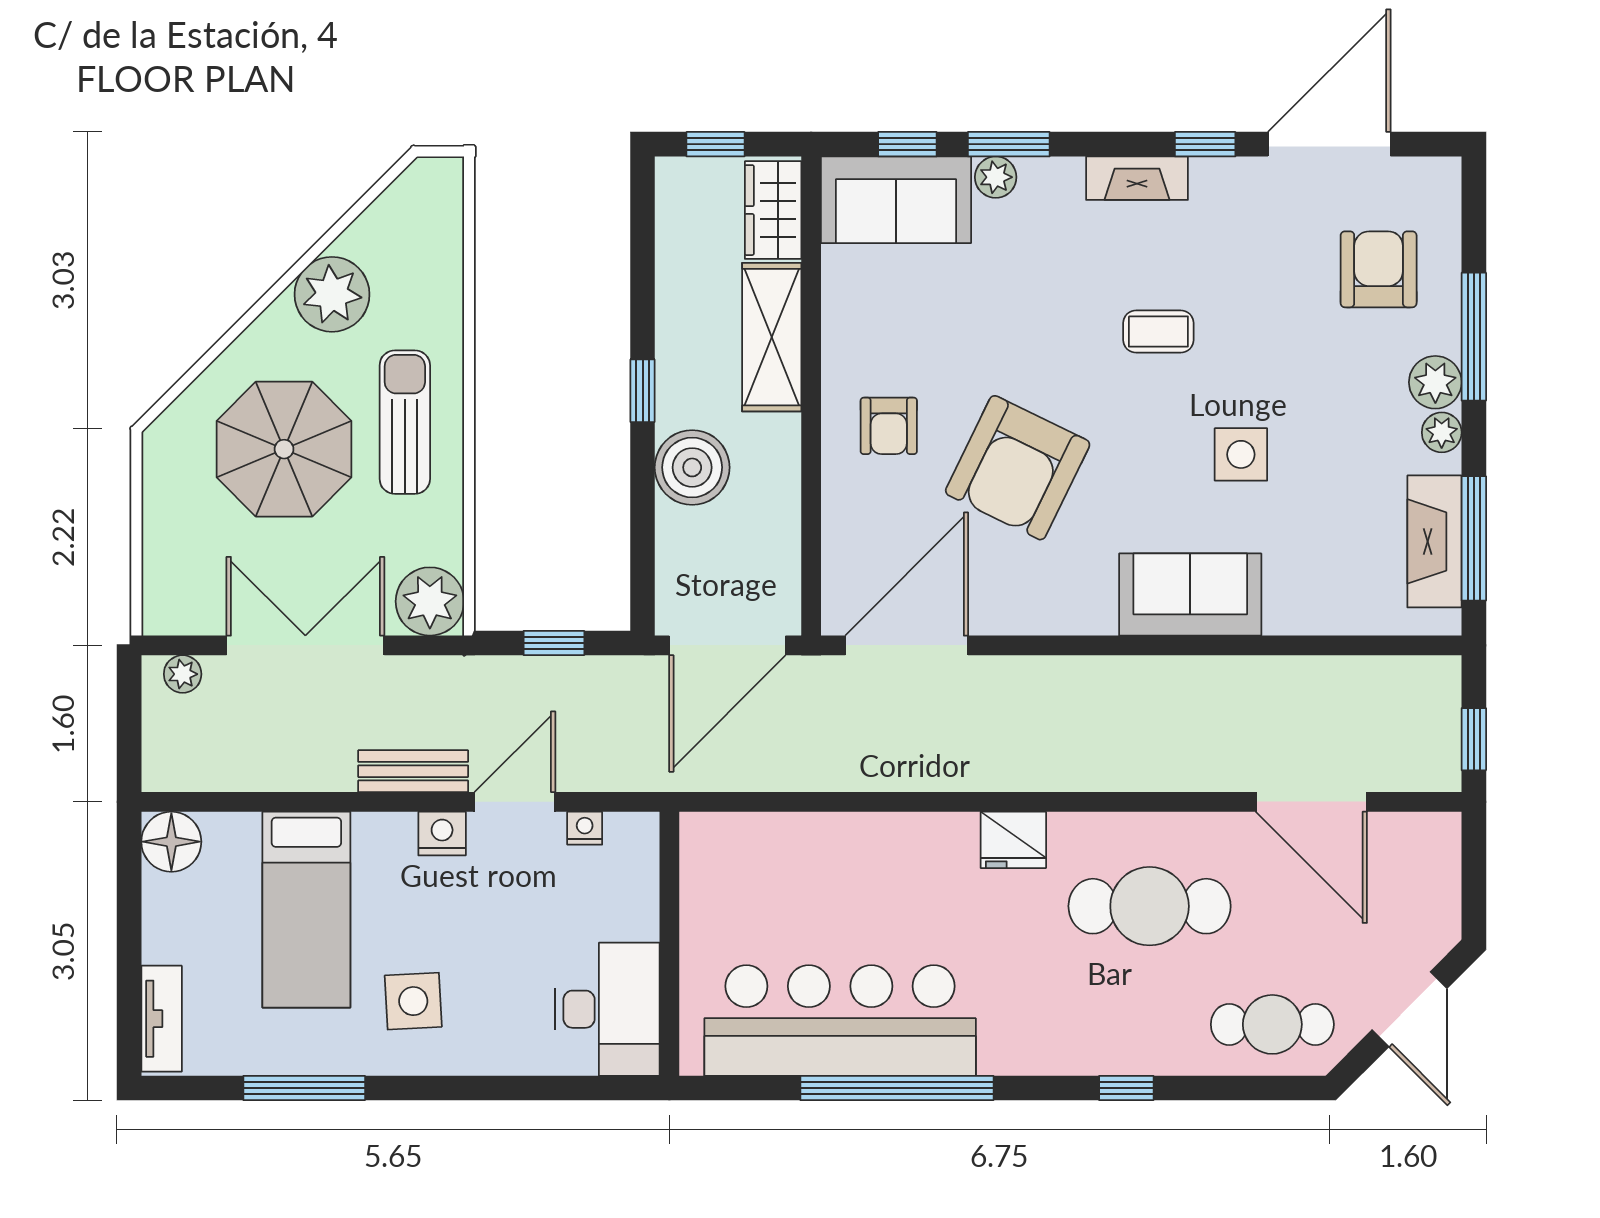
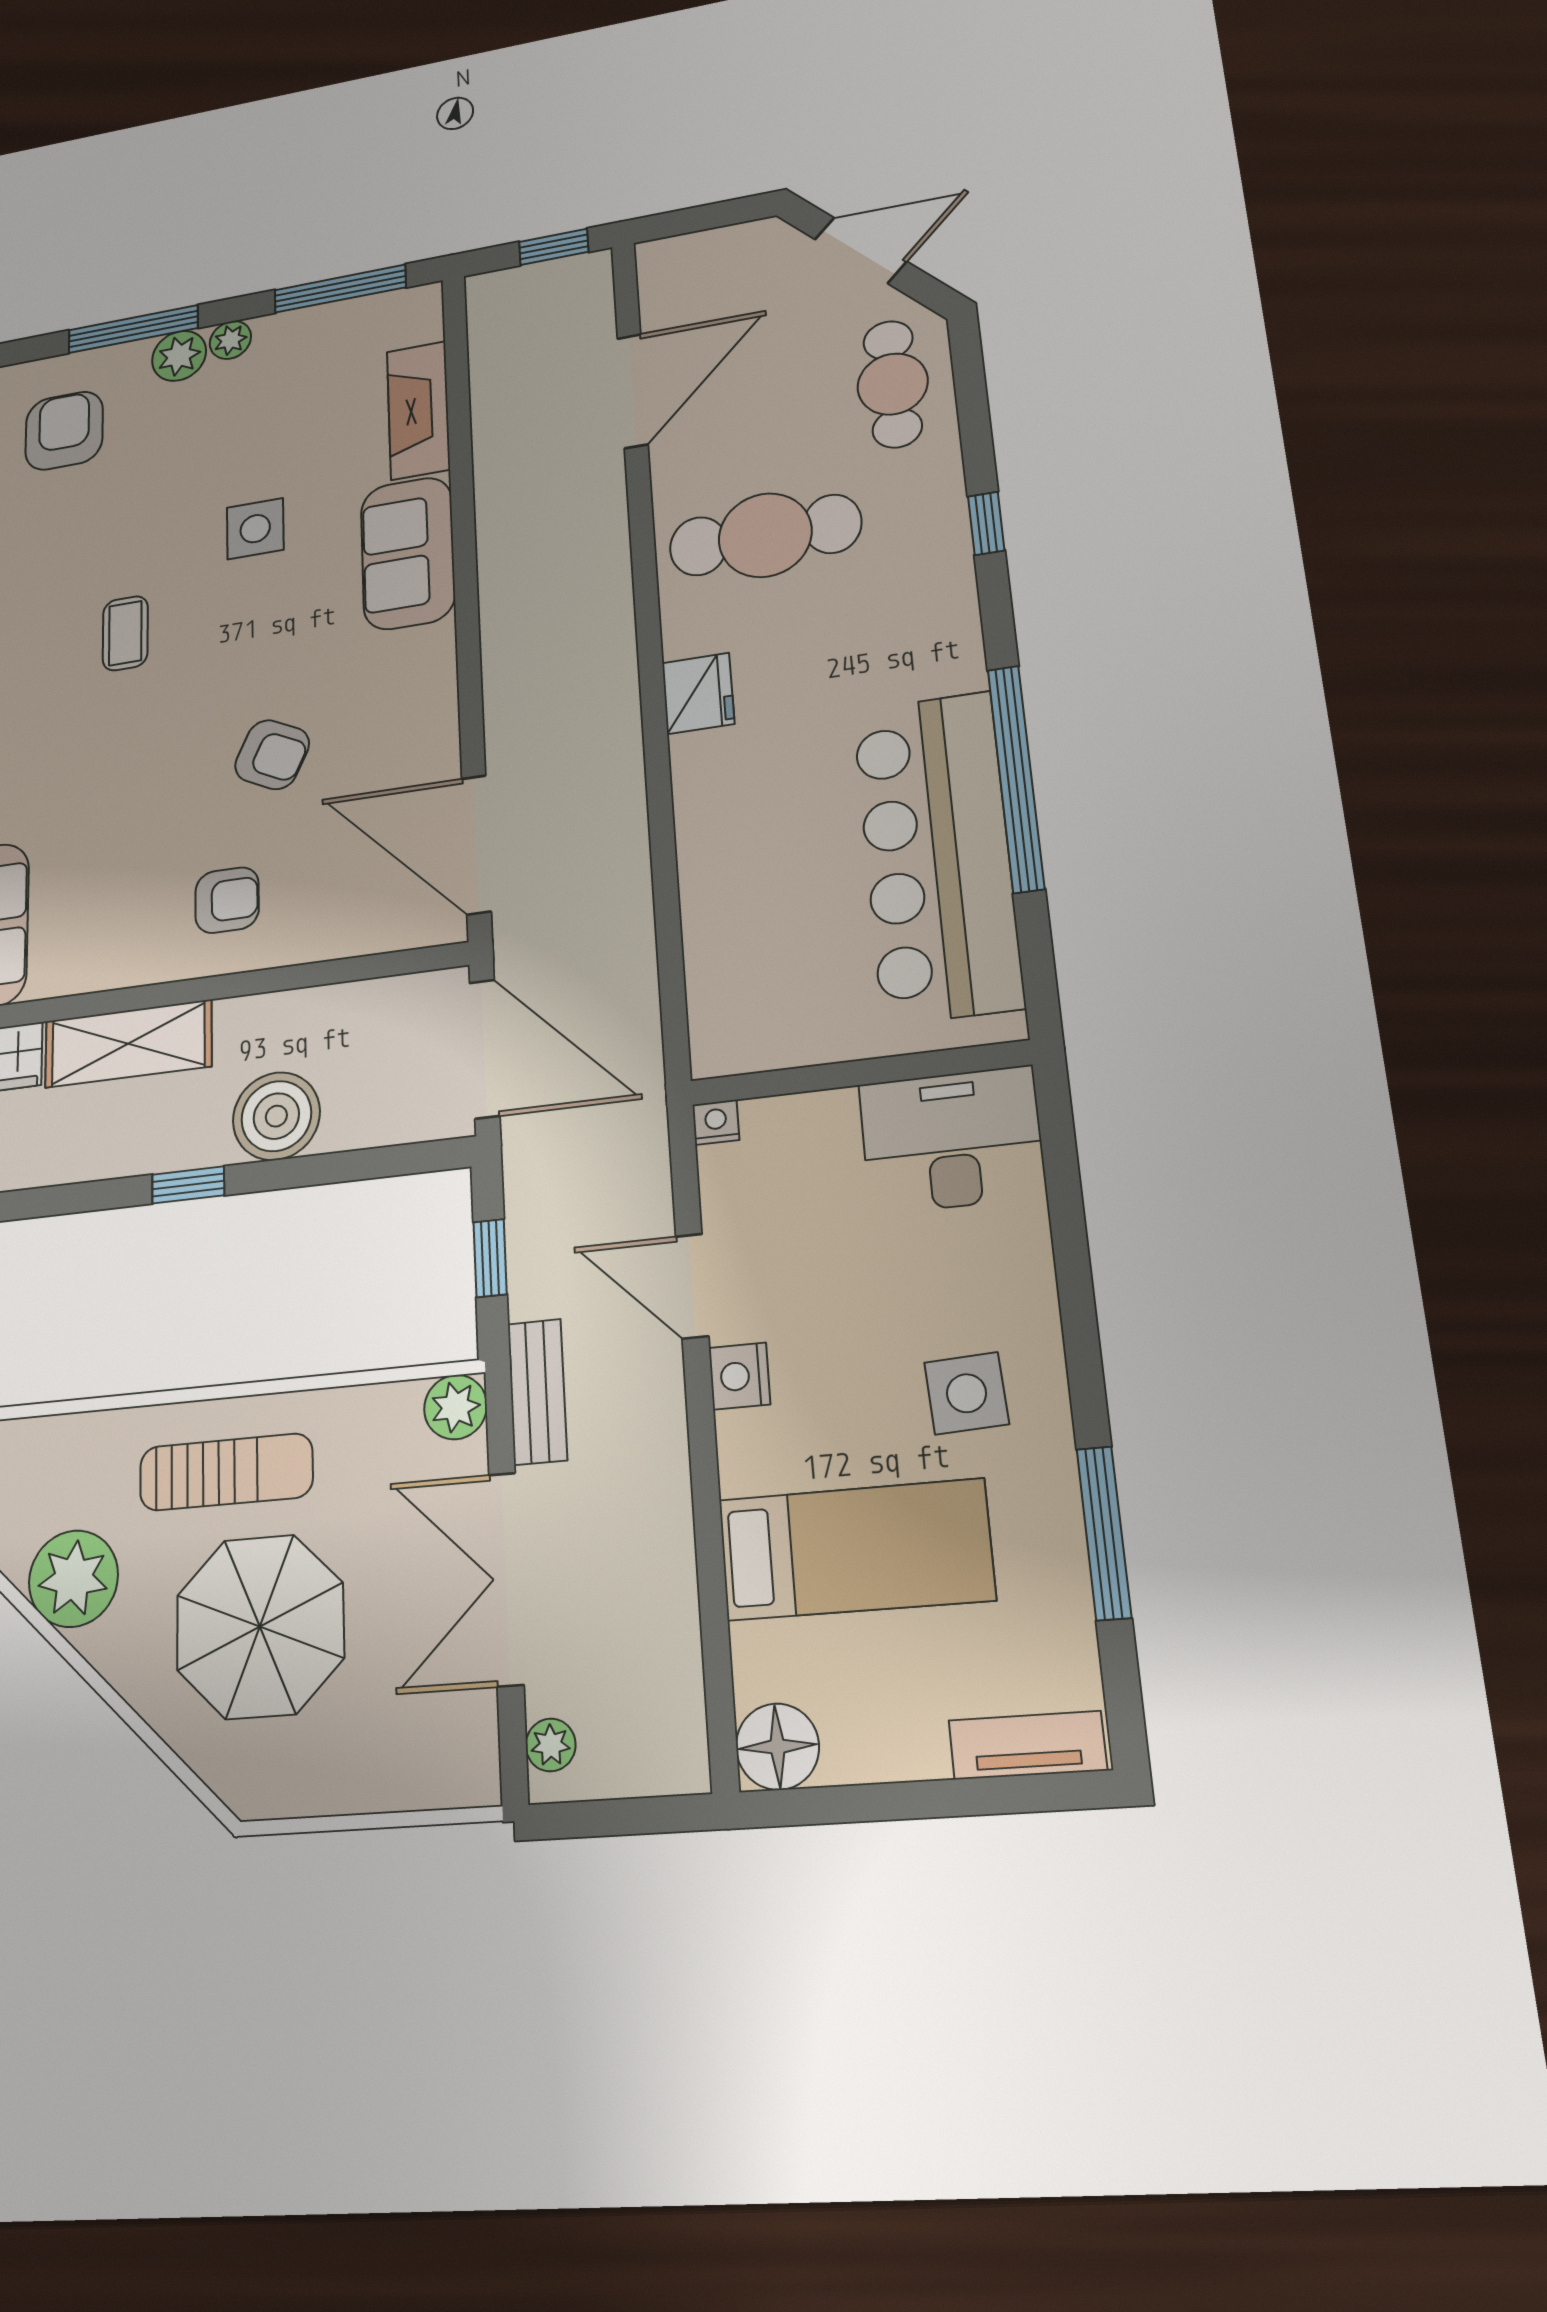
armchair: (1379, 269) -> (64, 431), turned 90
sun lounger: (405, 422) -> (226, 1472), turned 180
armchair: (1018, 468) -> (272, 755), width x0.53, depth x0.53
fireplace: (1434, 541) -> (418, 410), moved, turned 90
plant: (430, 601) -> (455, 1407), width x0.73, depth x0.73
bench: (413, 771) -> (537, 1392), moved
nightstand: (585, 828) -> (716, 1122), moved, turned 90
cafe table: (1150, 906) -> (765, 535), turned 90

